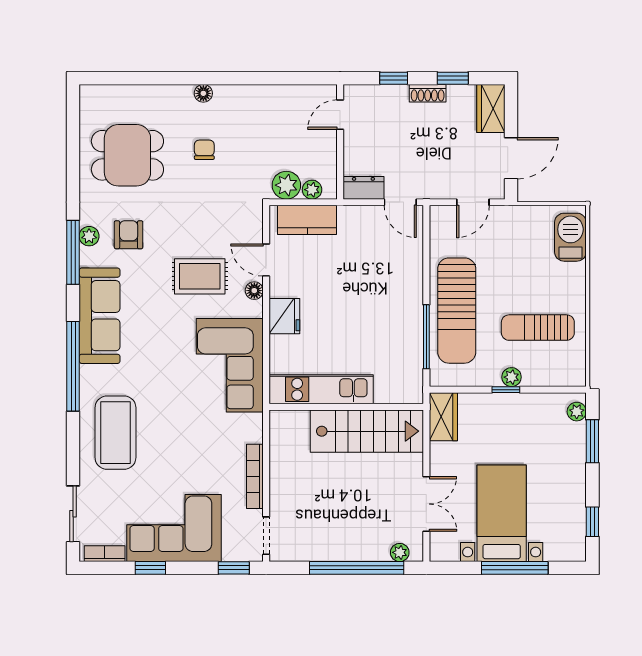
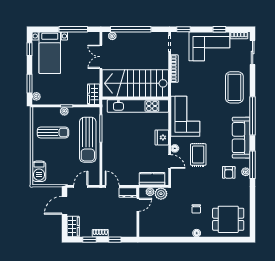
door: (340, 115) -> (138, 205), moved
dining table: (127, 155) -> (228, 219), moved
rug: (200, 276) -> (198, 155), turned 90
sun lounger: (457, 311) -> (88, 140), turned 180
kitchen unit: (321, 389) -> (138, 106), width x1.36
stairs: (367, 431) -> (135, 83), width x1.36, depth x1.51
bed with nightstands: (502, 513) -> (50, 53), moved
window: (515, 568) -> (73, 29), moved

